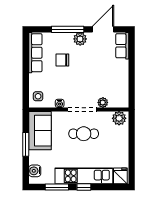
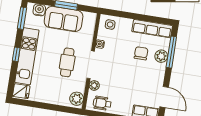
window: (68, 29) -> (171, 52), moved
plant: (80, 39) -> (161, 56), moved
wheelchair: (120, 91) -> (102, 103), added
sofa: (40, 131) -> (64, 19), moved
window: (57, 187) -> (22, 18), moved

